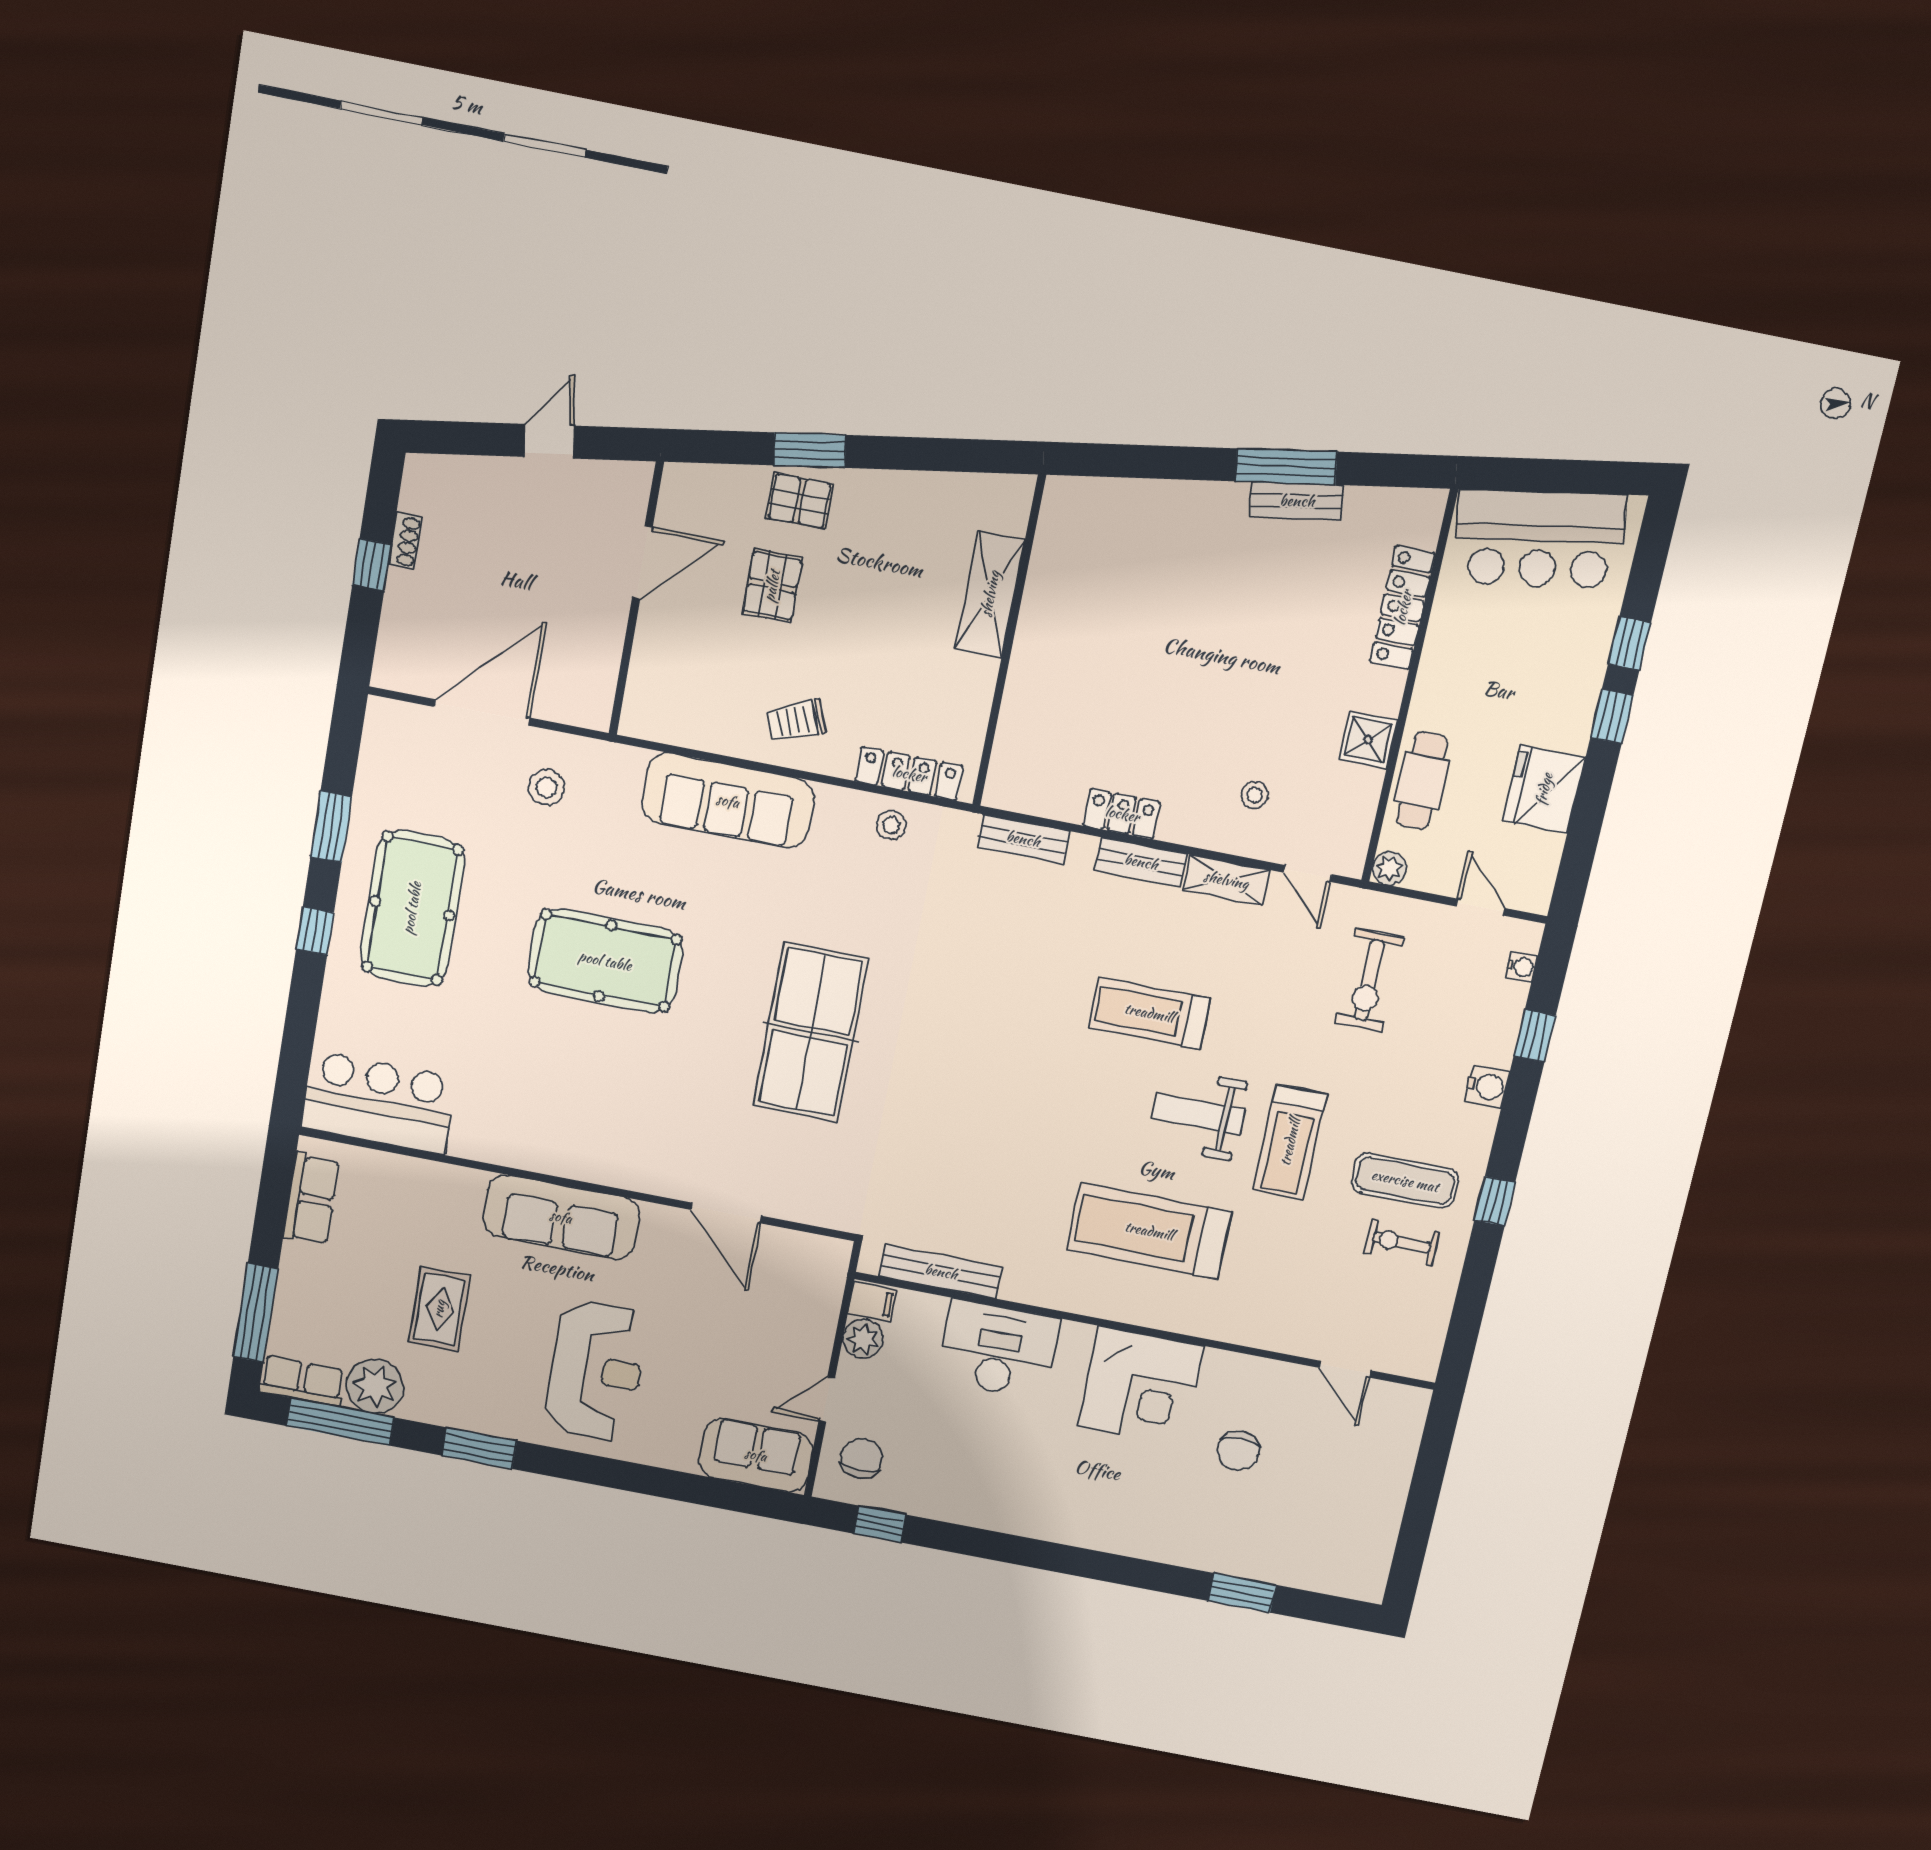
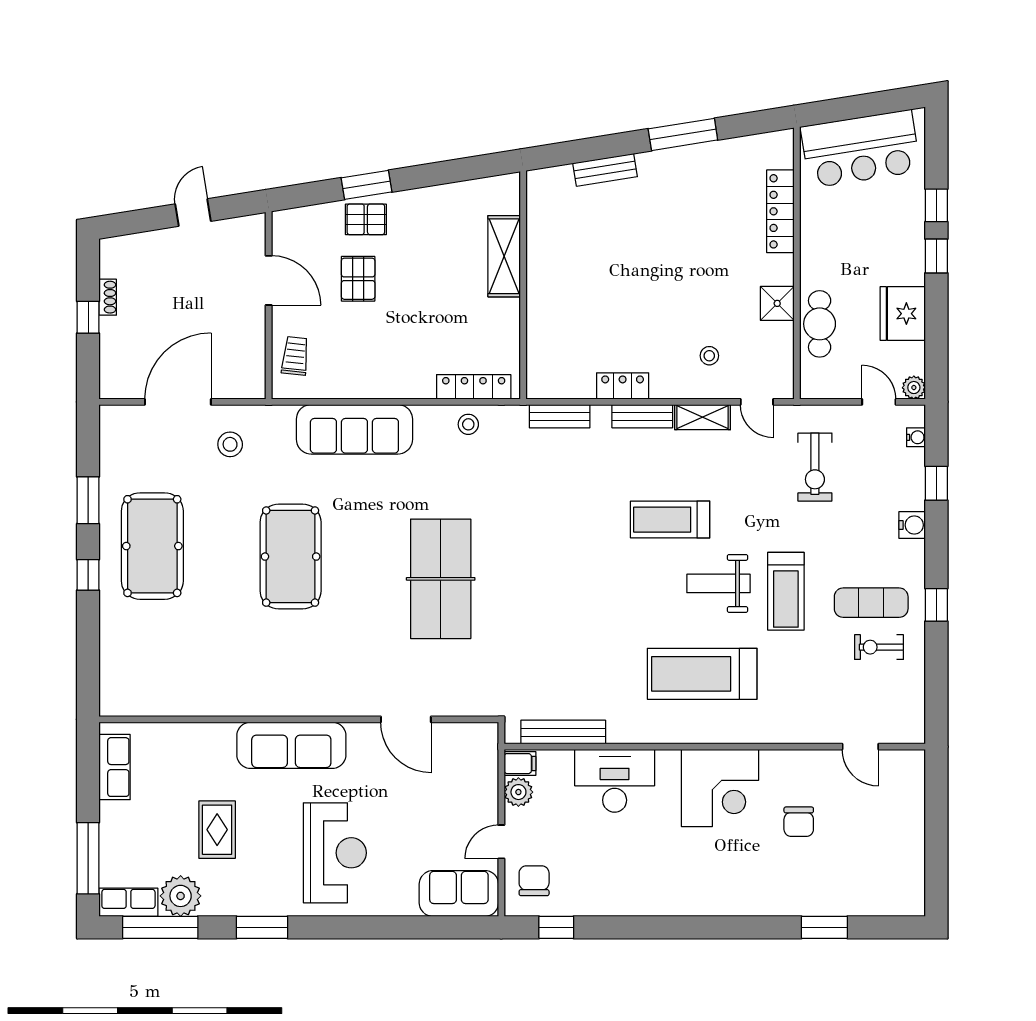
bench: (1297, 501) -> (605, 170), moved
door: (642, 562) -> (269, 280), hinge flipped
trolley: (796, 721) -> (295, 356), moved, turned 118
plant: (1389, 868) -> (914, 388), moved
pool table: (605, 961) -> (291, 557), turned 90
bar counter: (379, 1102) -> (151, 688), removed

